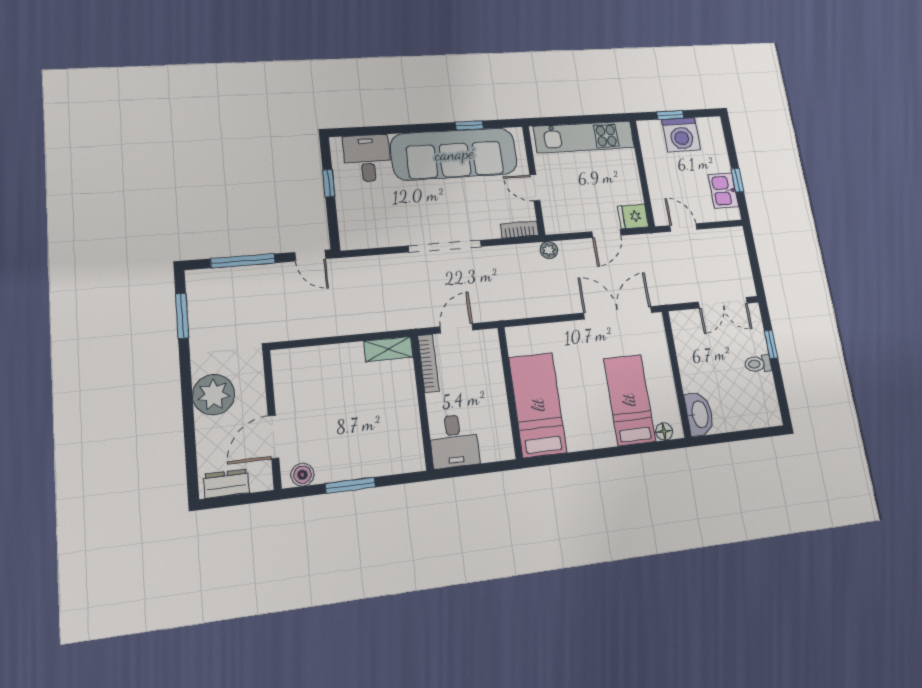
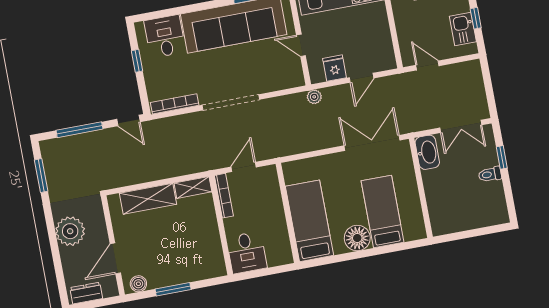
fridge: (633, 216) -> (335, 68), moved, turned 90
bookcase: (519, 230) -> (175, 104), moved, width x1.56
shelving: (327, 359) -> (148, 199), added
washbasin: (699, 414) -> (427, 152), moved
floor lamp: (664, 431) -> (357, 238), moved, width x1.89, depth x1.89

